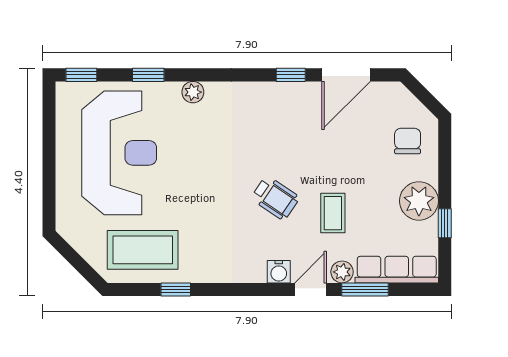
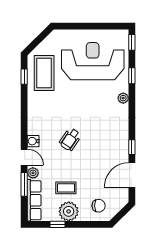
door: (346, 75) -> (132, 175), hinge flipped
reception desk: (119, 153) -> (93, 61), turned 180
coffee table: (333, 213) -> (66, 188), moved
window: (176, 289) -> (24, 77), moved

